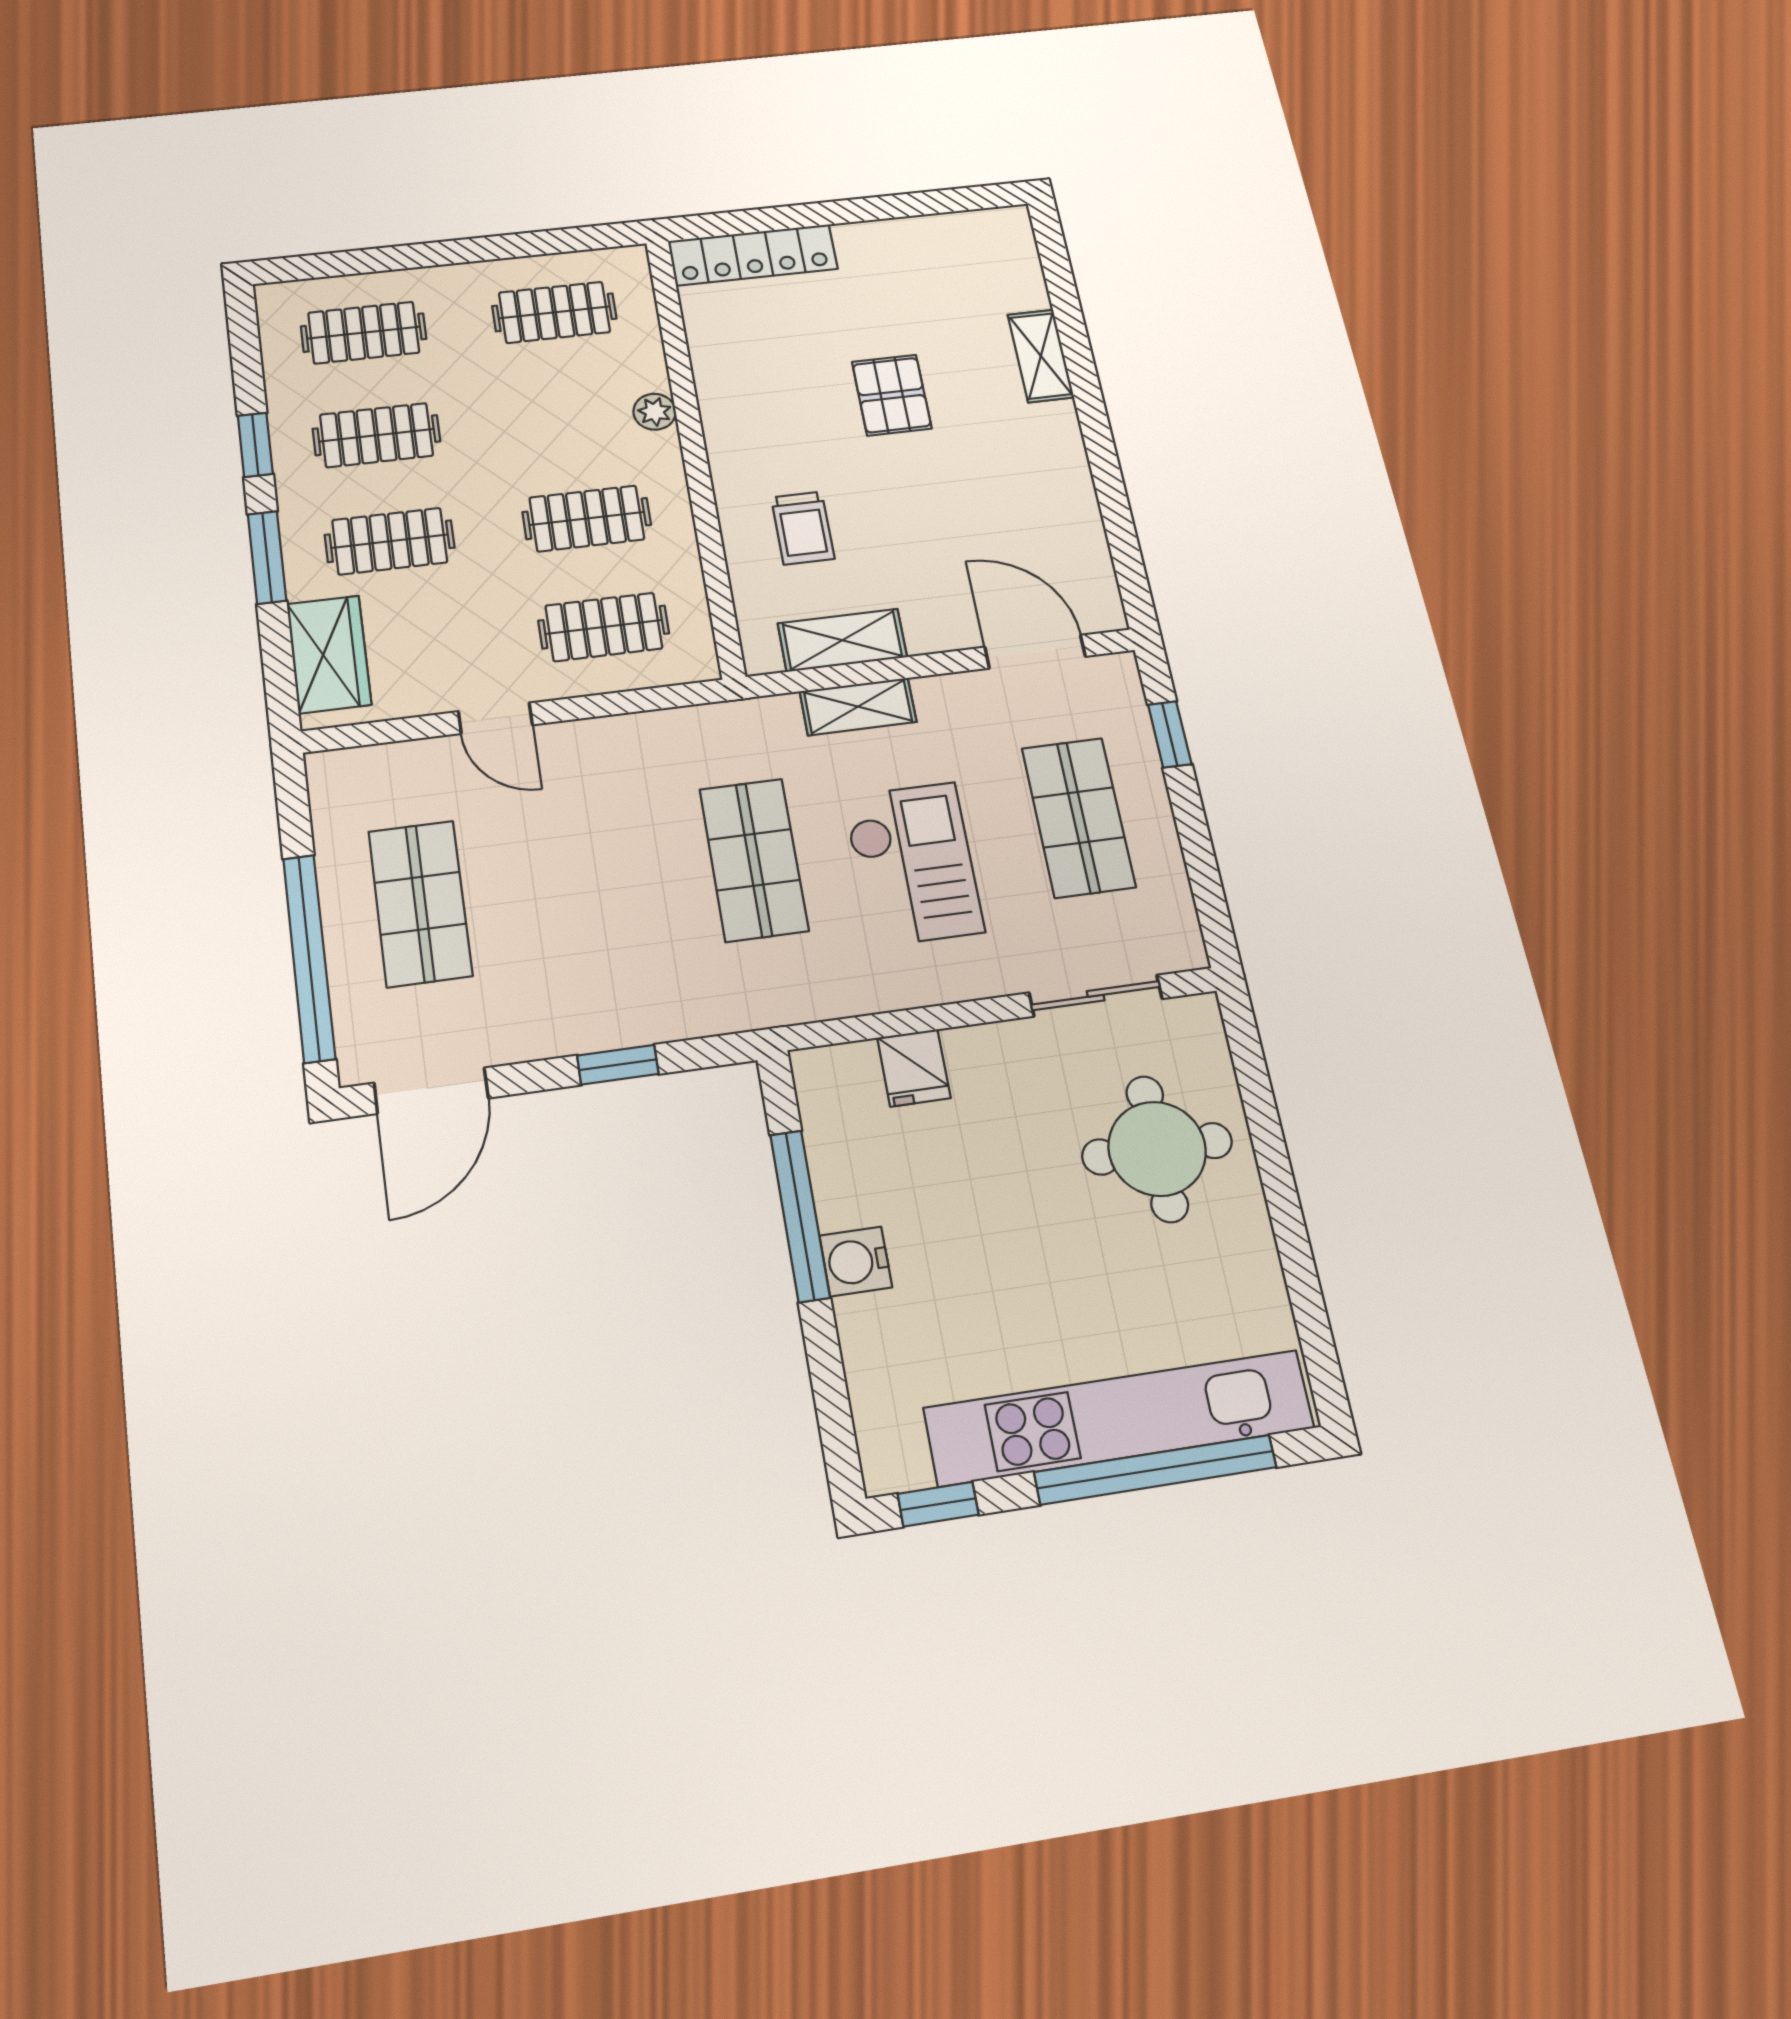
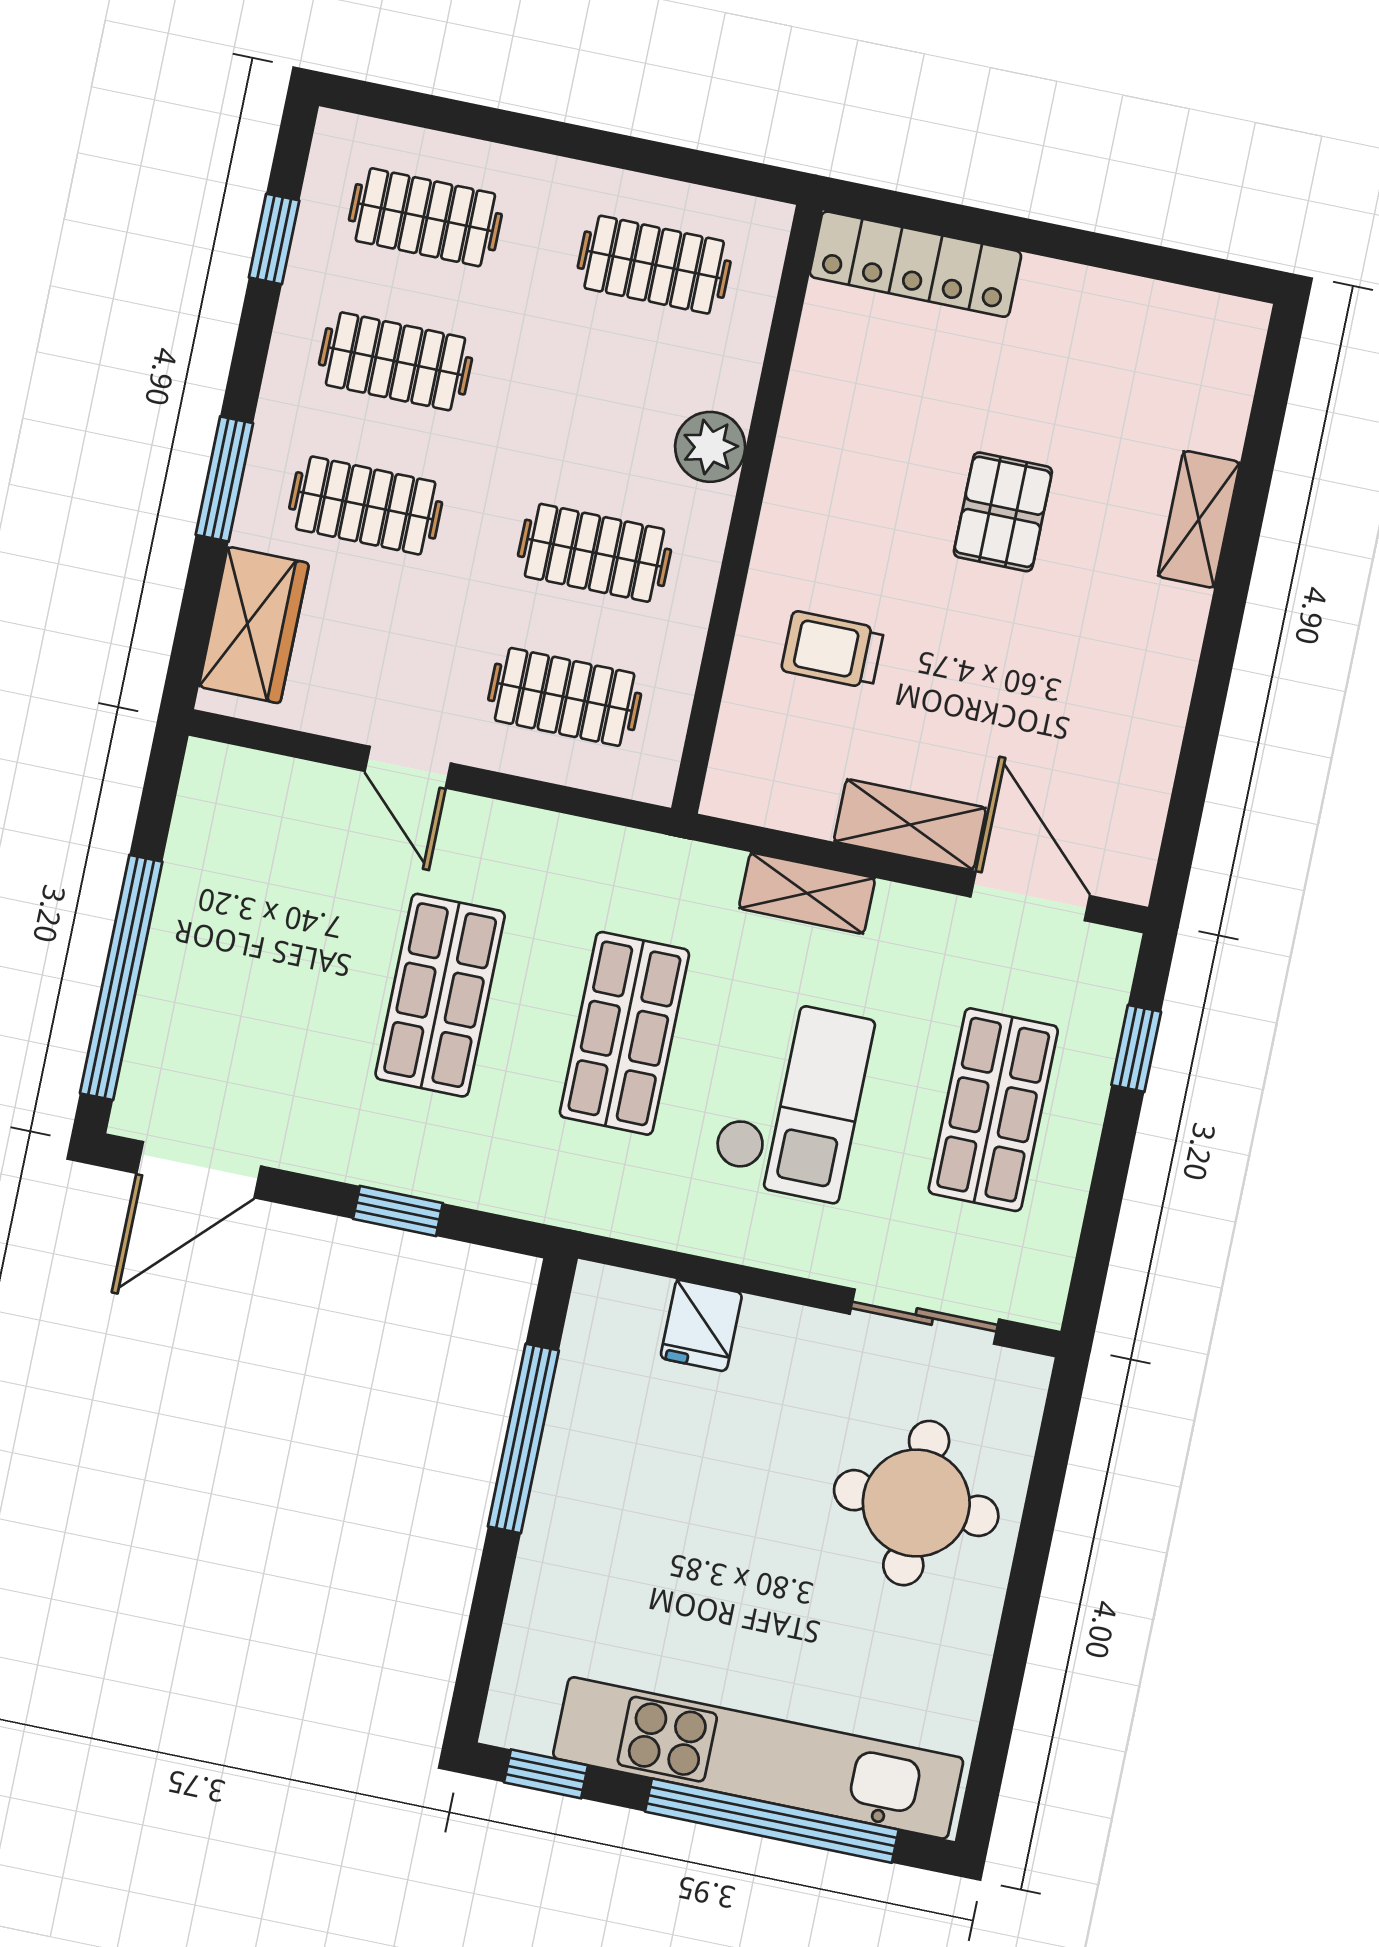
plant: (655, 412) -> (710, 447), width x1.38, depth x1.38
window: (255, 445) -> (274, 239), moved
trolley: (803, 528) -> (833, 650), turned 90
shelving: (842, 640) -> (910, 825), moved
shop shelf: (420, 903) -> (440, 995), moved
water cooler: (856, 1261) -> (561, 1506), removed

